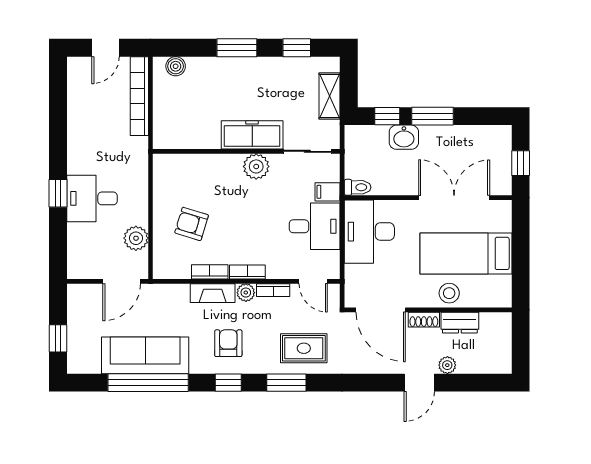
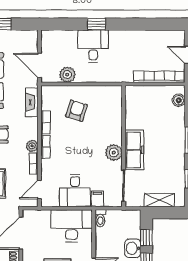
fireplace: (213, 293) -> (32, 102), moved

